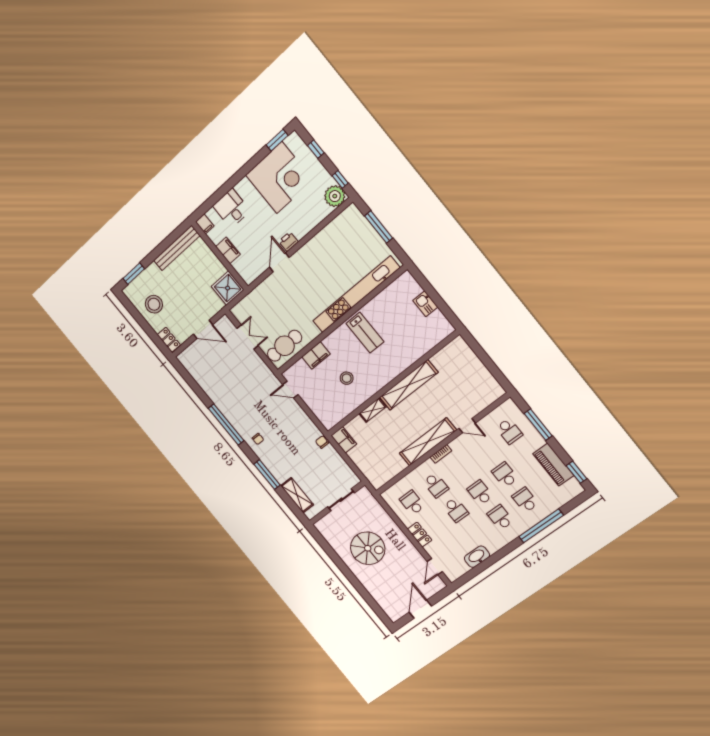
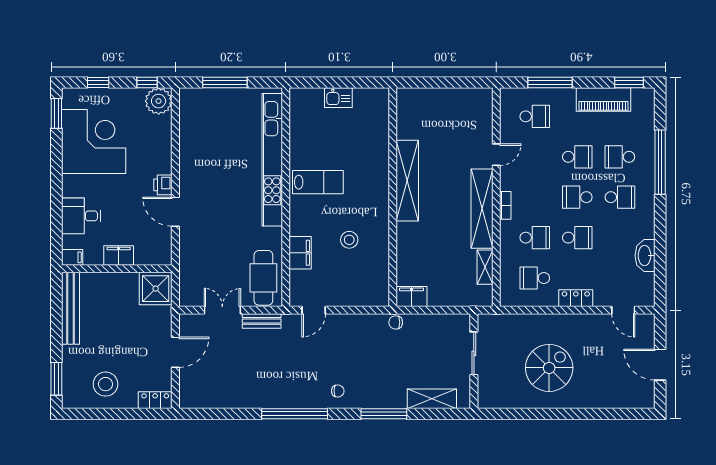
bench: (260, 365) -> (262, 321), added
shelving: (373, 410) -> (485, 267), moved
school desk: (505, 475) -> (577, 157), turned 180
school desk: (500, 517) -> (620, 197), turned 180

